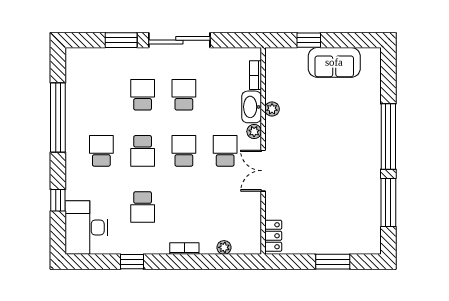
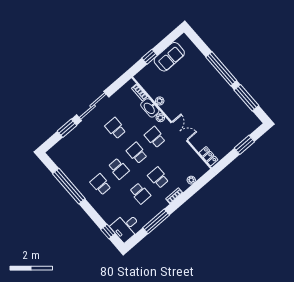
school desk: (143, 95) -> (158, 178), moved
double door: (263, 171) -> (179, 131), swing flipped
window: (58, 200) -> (108, 231), moved
desk: (86, 227) -> (126, 227), width x0.73
window: (132, 262) -> (156, 221), width x2.17

